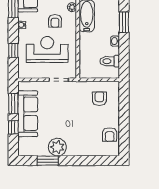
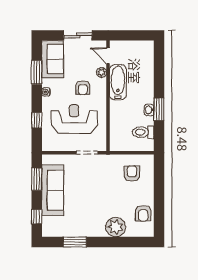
window: (124, 22) -> (159, 109), moved
window: (13, 127) -> (37, 217), moved
plant: (57, 147) -> (116, 227), moved

